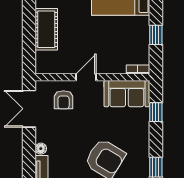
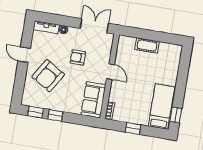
cot: (46, 29) -> (147, 46), width x0.73, depth x0.75
armchair: (64, 100) -> (78, 57), moved
window: (156, 112) -> (55, 115), moved

